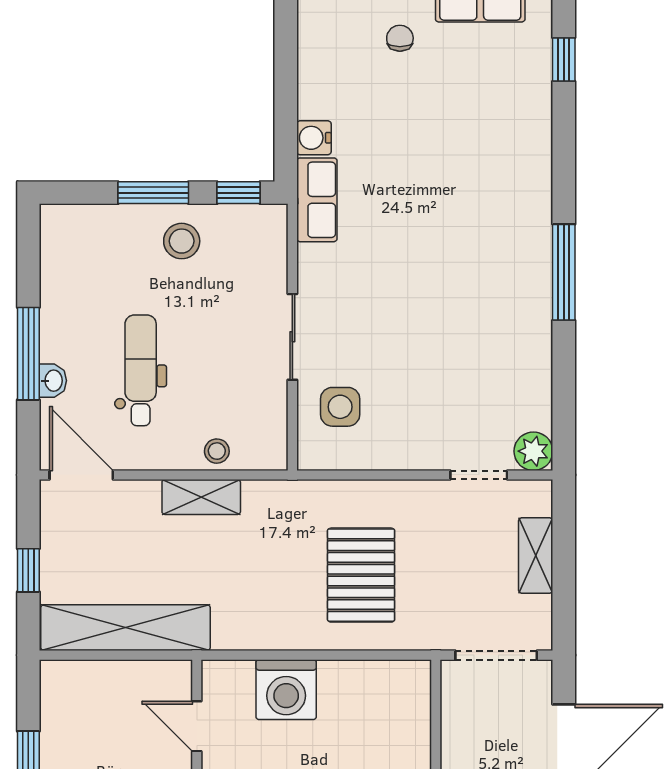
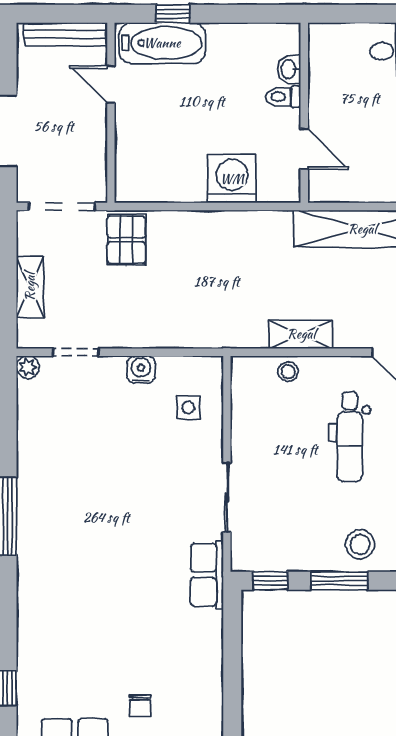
water cooler: (314, 138) -> (141, 370), moved, turned -90
stool: (182, 241) -> (360, 544), moved
sliding door: (292, 337) -> (227, 497), moved
side table: (340, 407) -> (188, 407), width x0.73, depth x0.73
plant: (533, 451) -> (28, 367), width x0.73, depth x0.73
pallet: (361, 575) -> (126, 240), moved, width x0.67, depth x0.71

